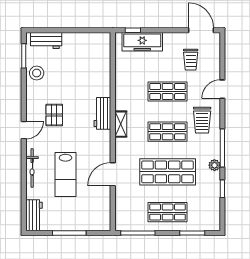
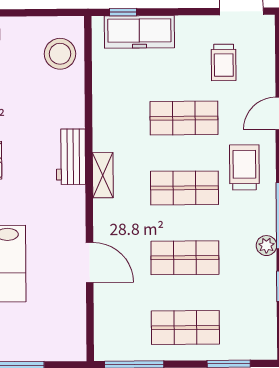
stool: (96, 54) -> (60, 54), added
trolley: (202, 120) -> (244, 167), turned 180
shop shelf: (168, 172) -> (185, 258), width x0.70, depth x0.74
door: (113, 174) -> (90, 262), swing flipped

